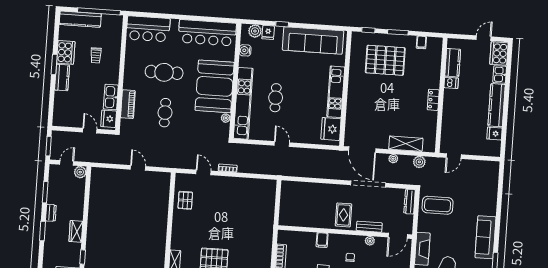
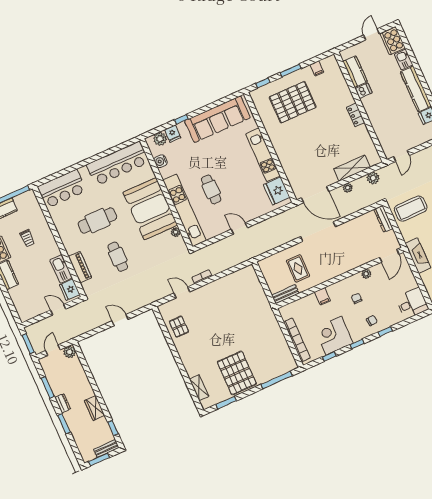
doorway: (368, 184) -> (318, 232), moved
rug: (343, 215) -> (298, 268), moved
bench: (369, 227) -> (285, 294), moved

